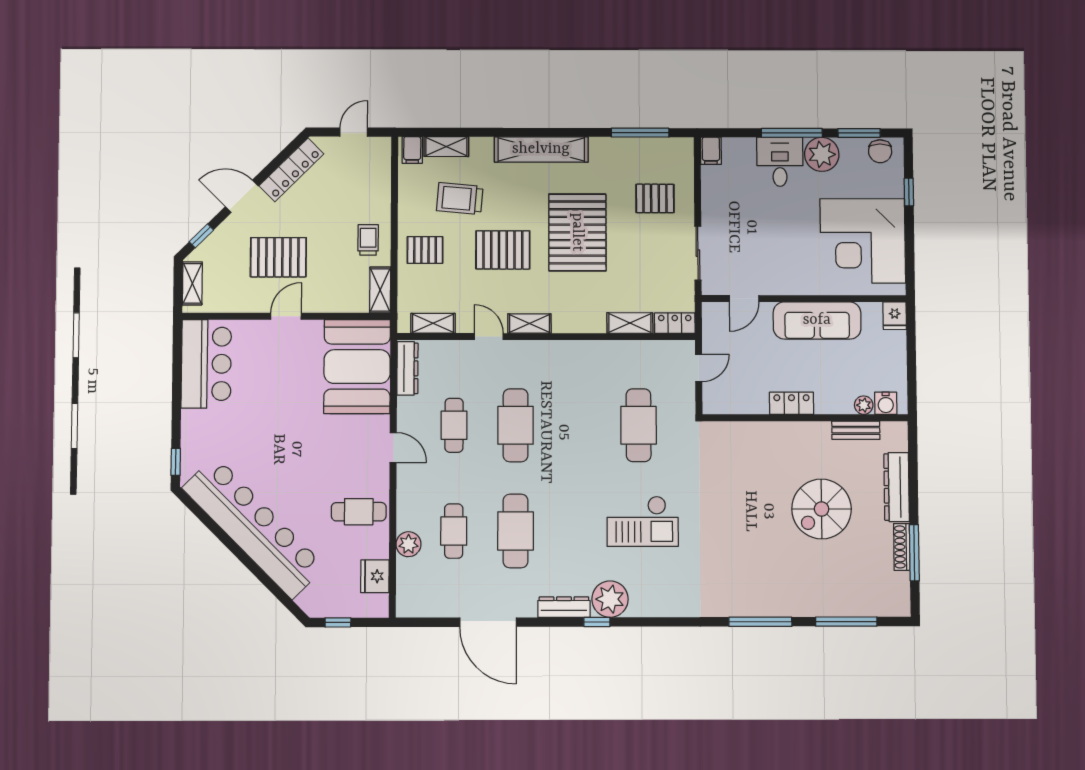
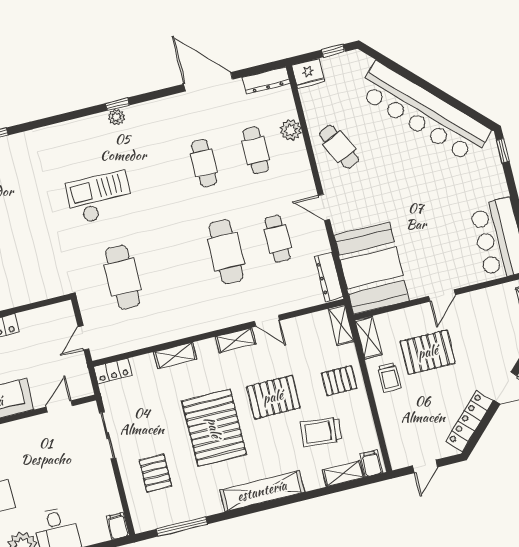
pallet: (655, 198) -> (155, 473), turned 90
trolley: (460, 199) -> (321, 432), turned 180
pallet: (278, 257) -> (428, 352), moved
shelving: (433, 323) -> (341, 325), moved, turned 90
shelving: (630, 323) -> (175, 356), moved
cafe table: (359, 512) -> (339, 147), turned 65
cafe table: (516, 531) -> (204, 163), width x0.73, depth x0.74
fridge: (375, 576) -> (308, 73), moved, turned 90
plant: (610, 599) -> (116, 117), width x0.53, depth x0.53
dresser: (564, 607) -> (266, 80), moved

